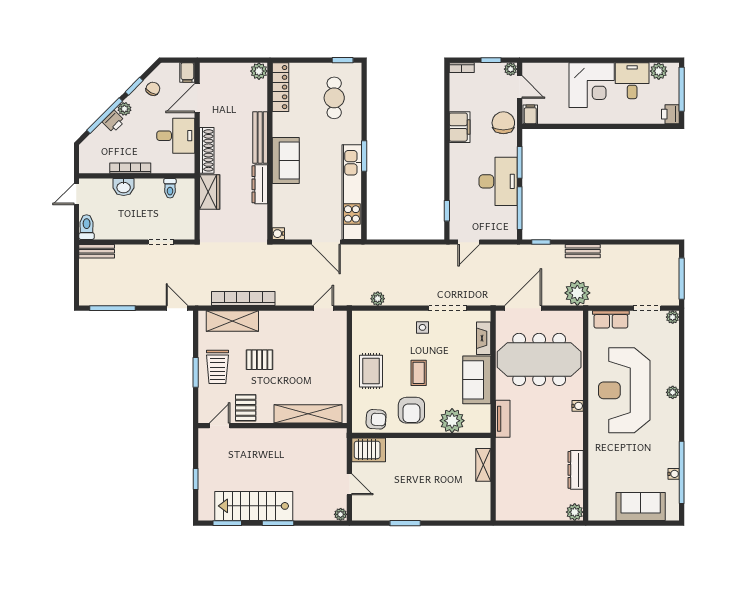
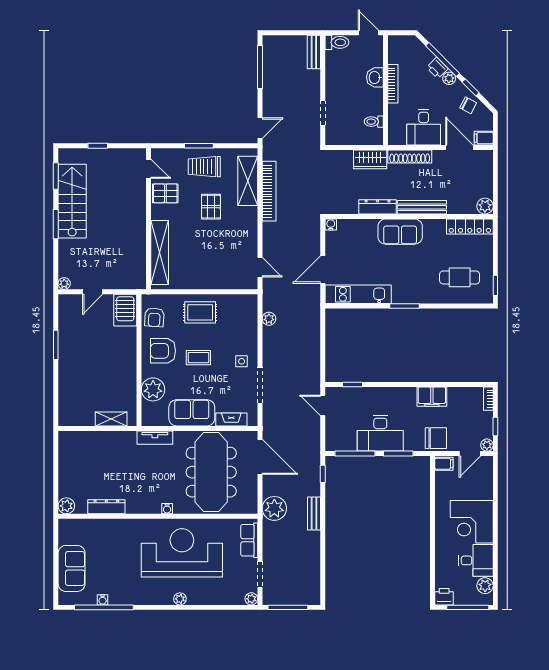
kitchen unit: (352, 192) -> (358, 294), width x0.73

